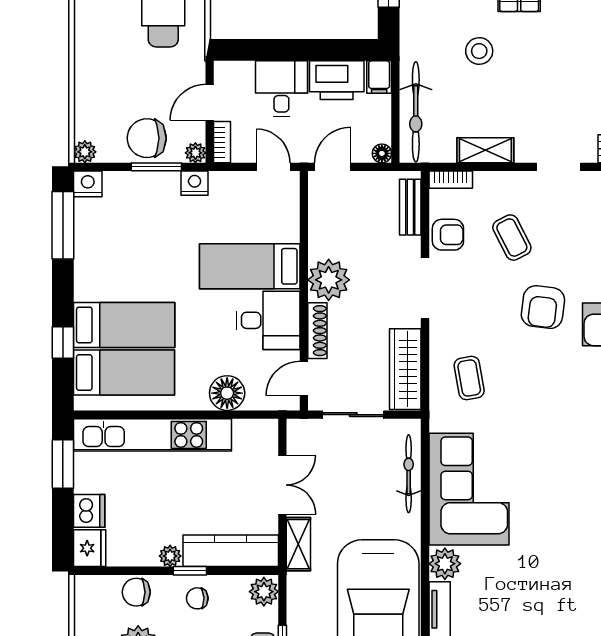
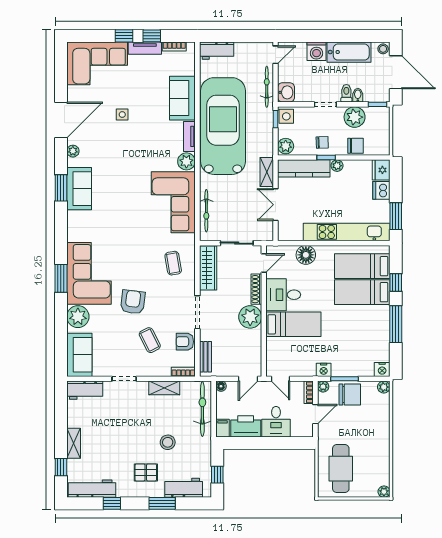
window: (63, 225) -> (396, 324), moved

